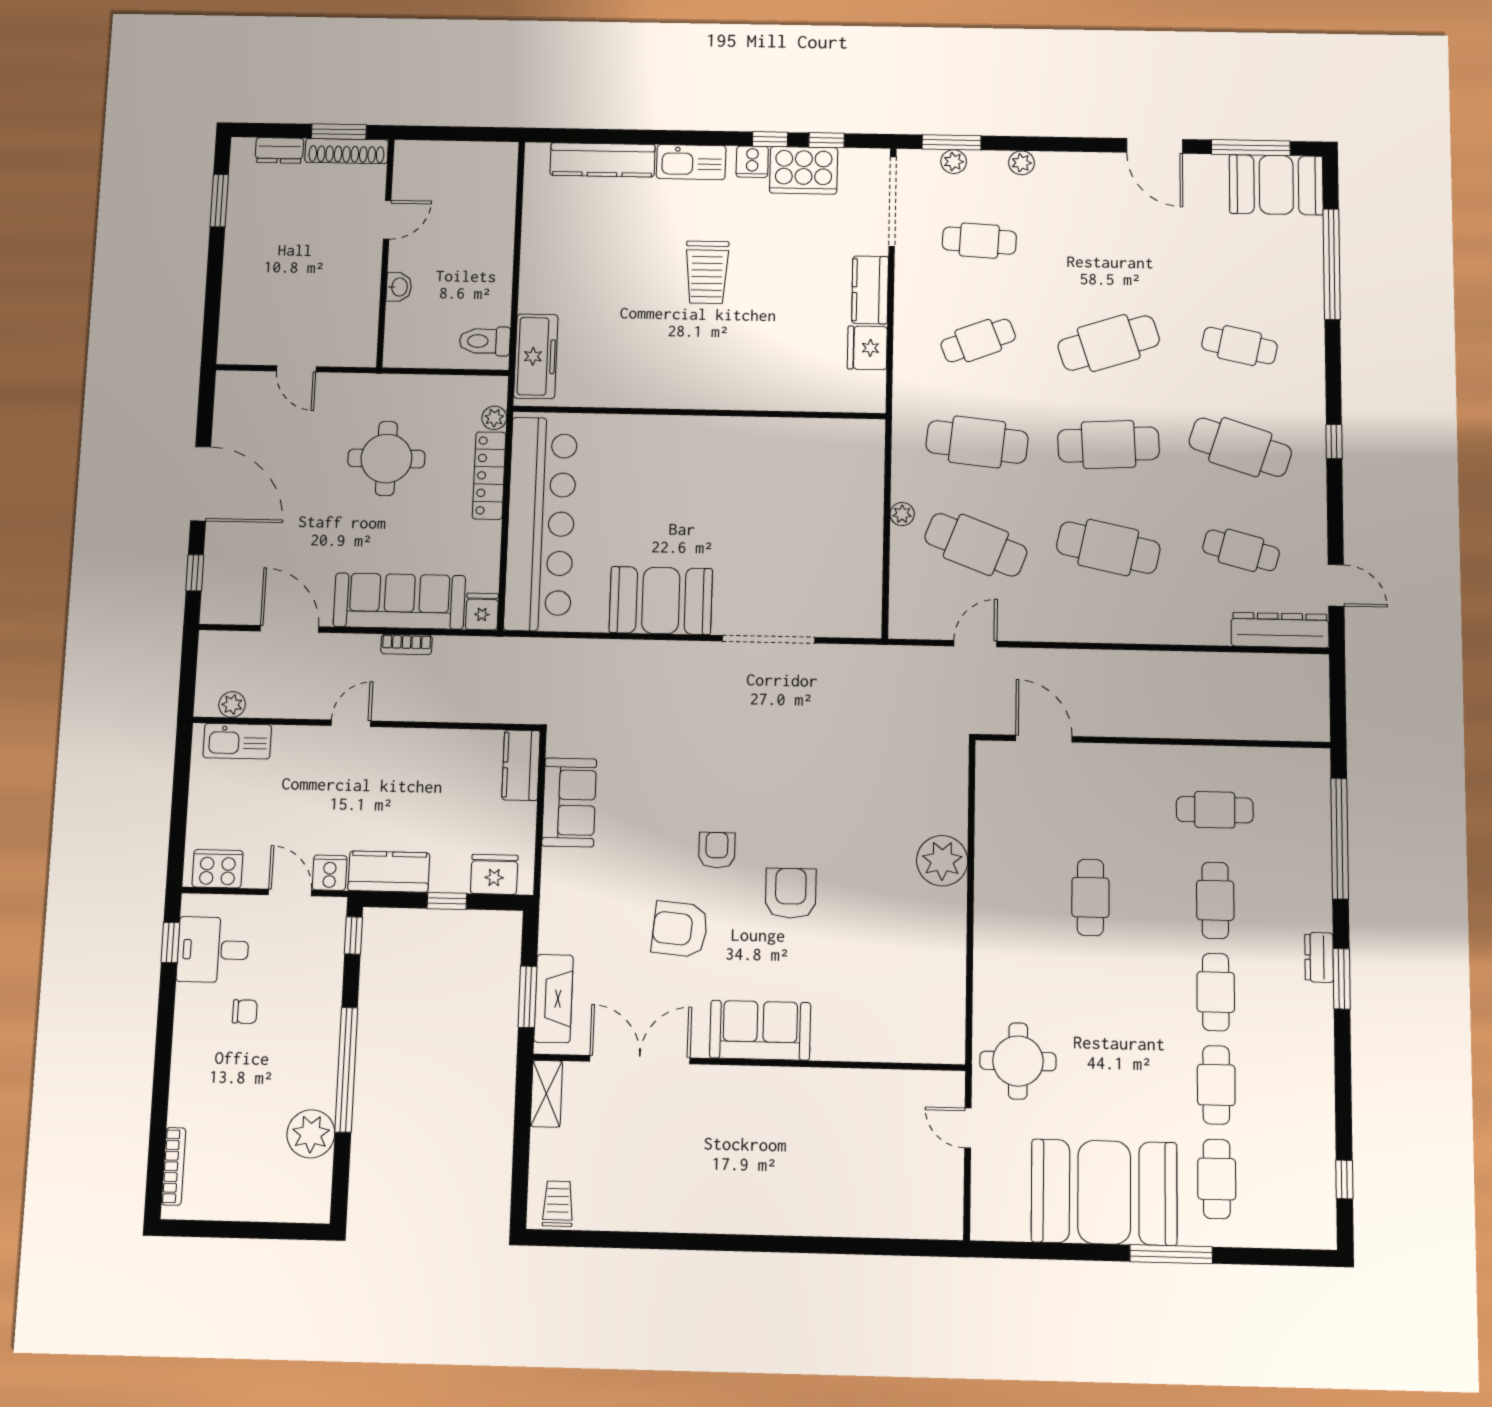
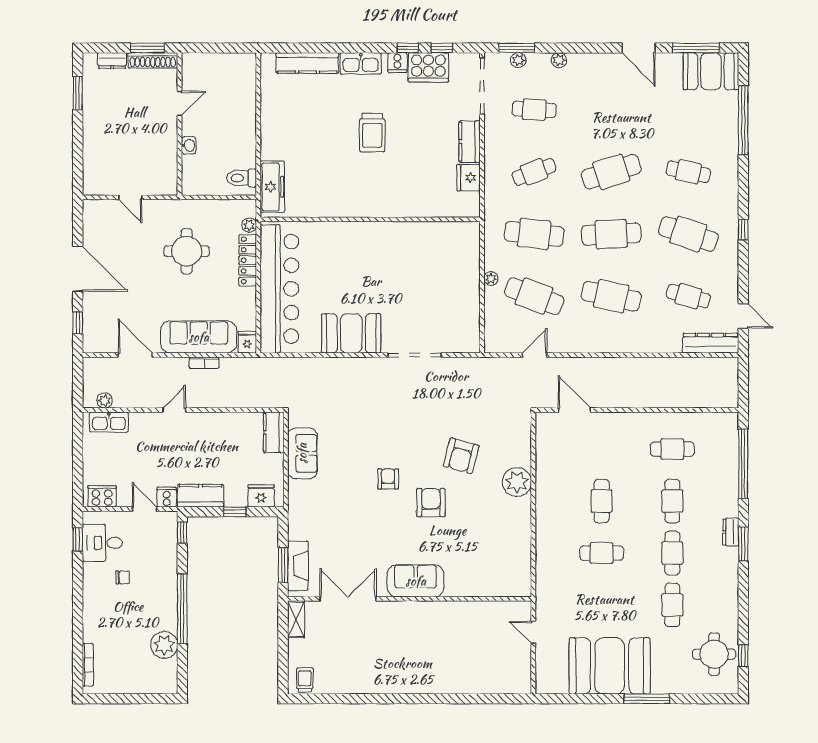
armchair: (680, 929) -> (461, 456), moved, turned -80
round table: (1018, 1061) -> (714, 654), moved
cafe table: (1217, 1179) -> (602, 553), moved, turned 90

